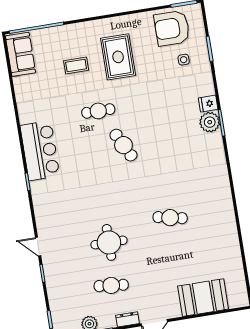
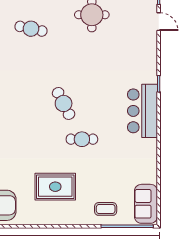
rug: (118, 57) -> (55, 187), turned 90
coffee table: (76, 66) -> (106, 209), moved

